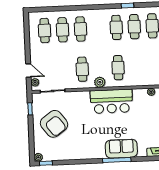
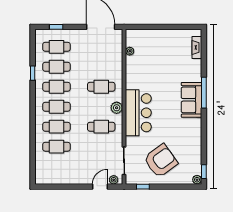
cafe table: (45, 31) -> (56, 107), moved
bar counter: (111, 101) -> (138, 113), moved
sofa: (121, 149) -> (191, 100), moved

